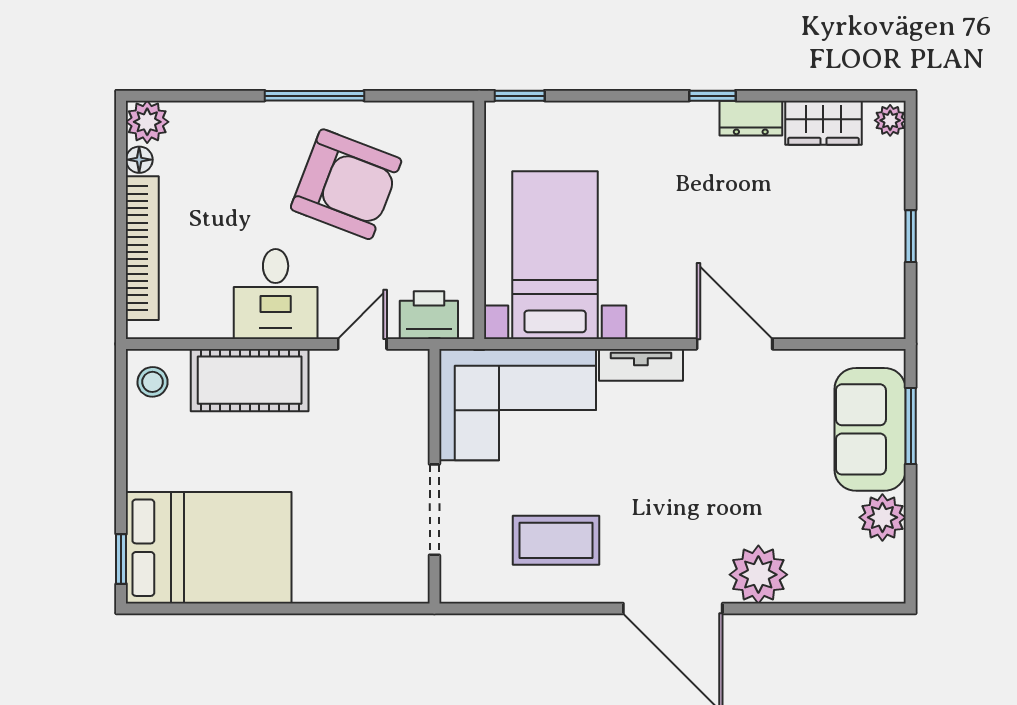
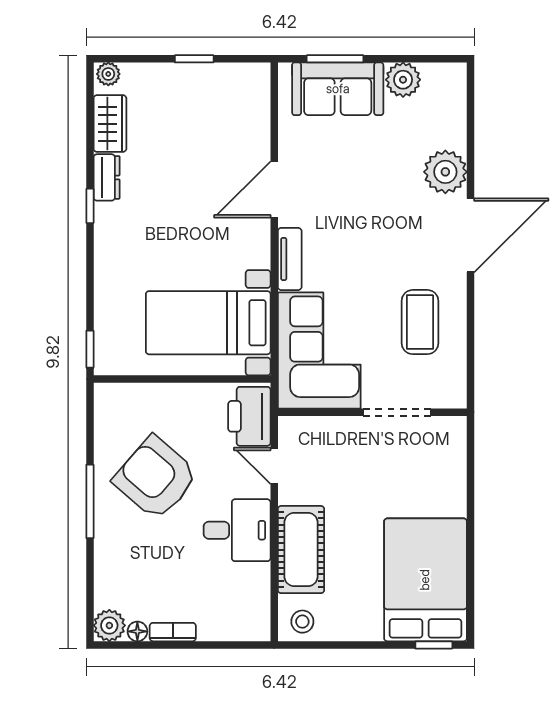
armchair: (346, 184) -> (156, 478), turned -70
bookcase: (142, 248) -> (173, 632), width x0.43, depth x0.76
printer: (429, 315) -> (249, 416), width x1.37, depth x1.19

